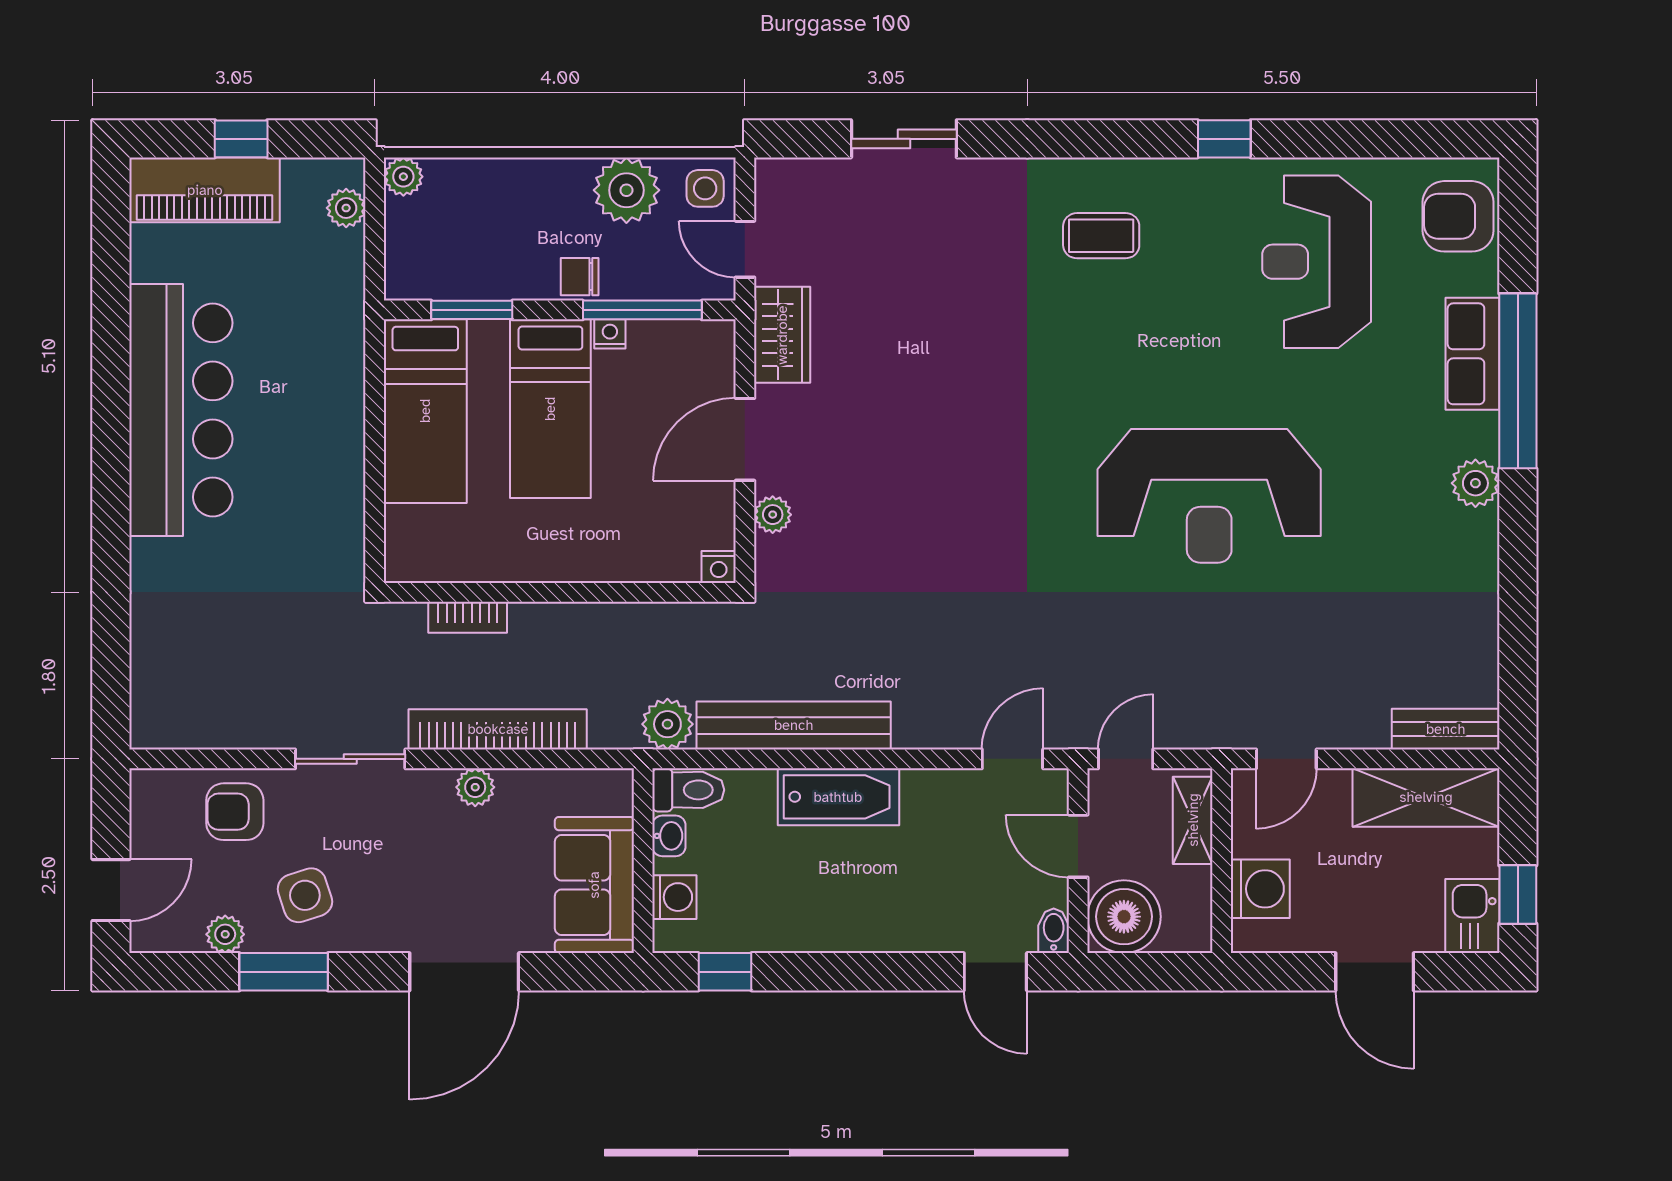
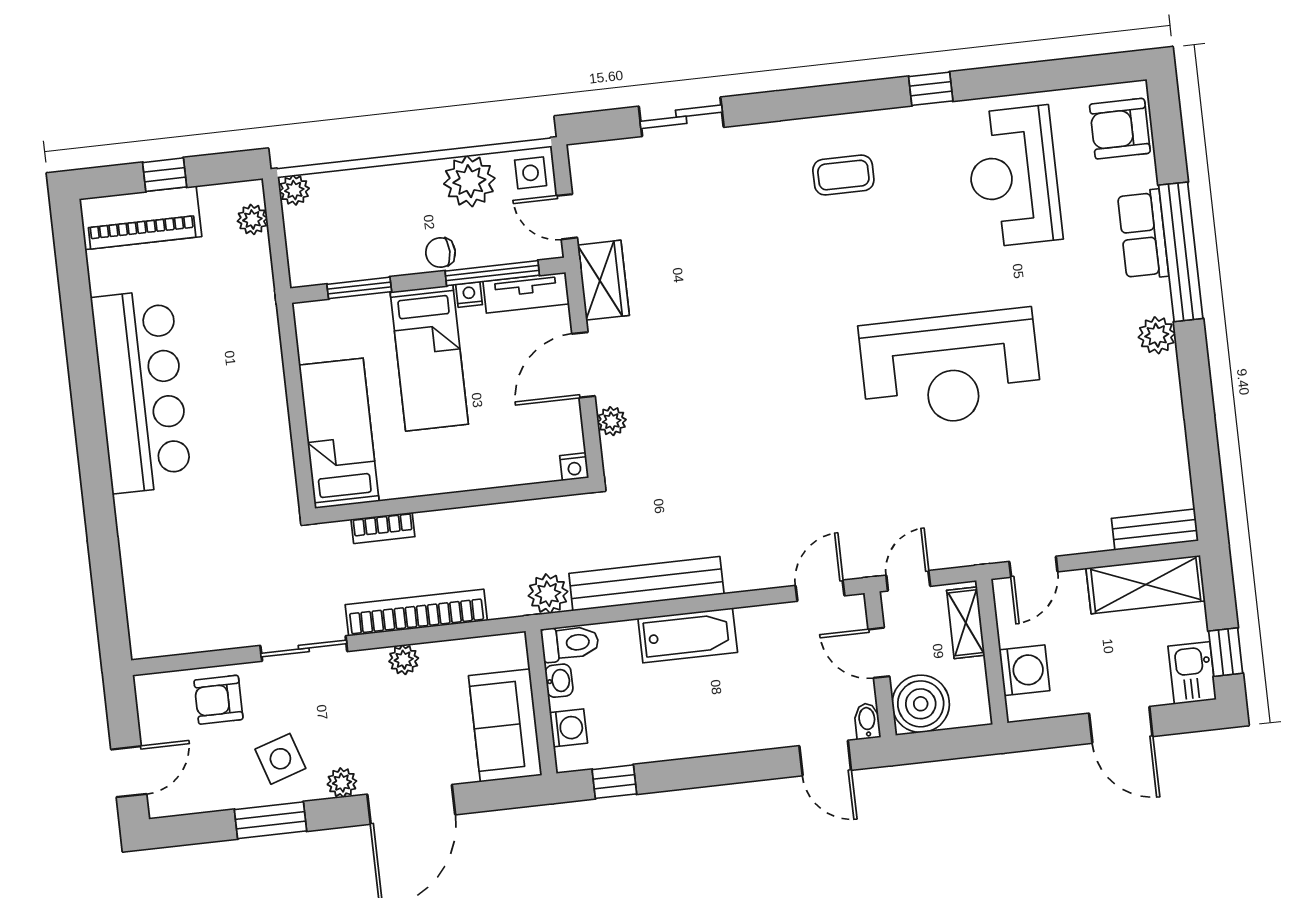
tv unit: (682, 340) -> (526, 293), added
bed: (425, 411) -> (339, 433), moved, turned 180
plant: (225, 934) -> (342, 783), moved

